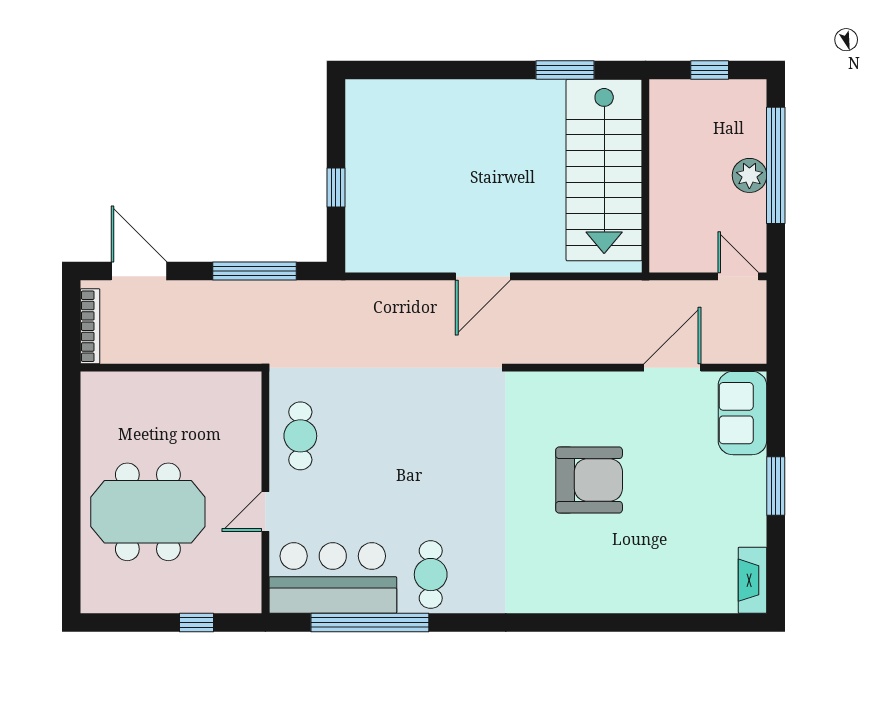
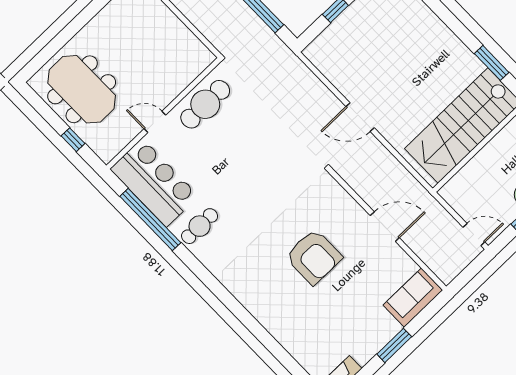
door: (738, 276) -> (474, 235), hinge flipped
door: (672, 368) -> (385, 227), moved
cafe table: (300, 436) -> (205, 104), width x1.37, depth x1.35
meeting table: (148, 512) -> (82, 89), moved

